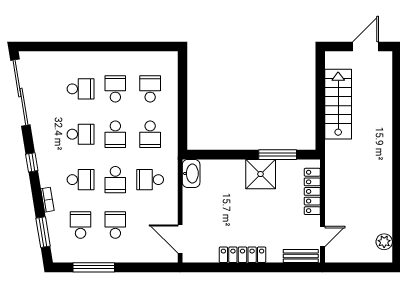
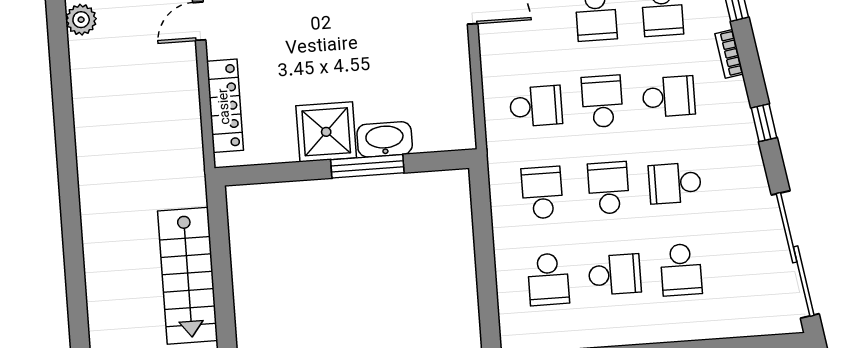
school desk: (81, 89) -> (681, 270), turned -90
school desk: (115, 89) -> (615, 274), turned -90
window: (278, 155) -> (367, 166), moved
washbasin: (191, 173) -> (385, 139), moved, turned 90
school desk: (81, 180) -> (669, 97), turned 180

